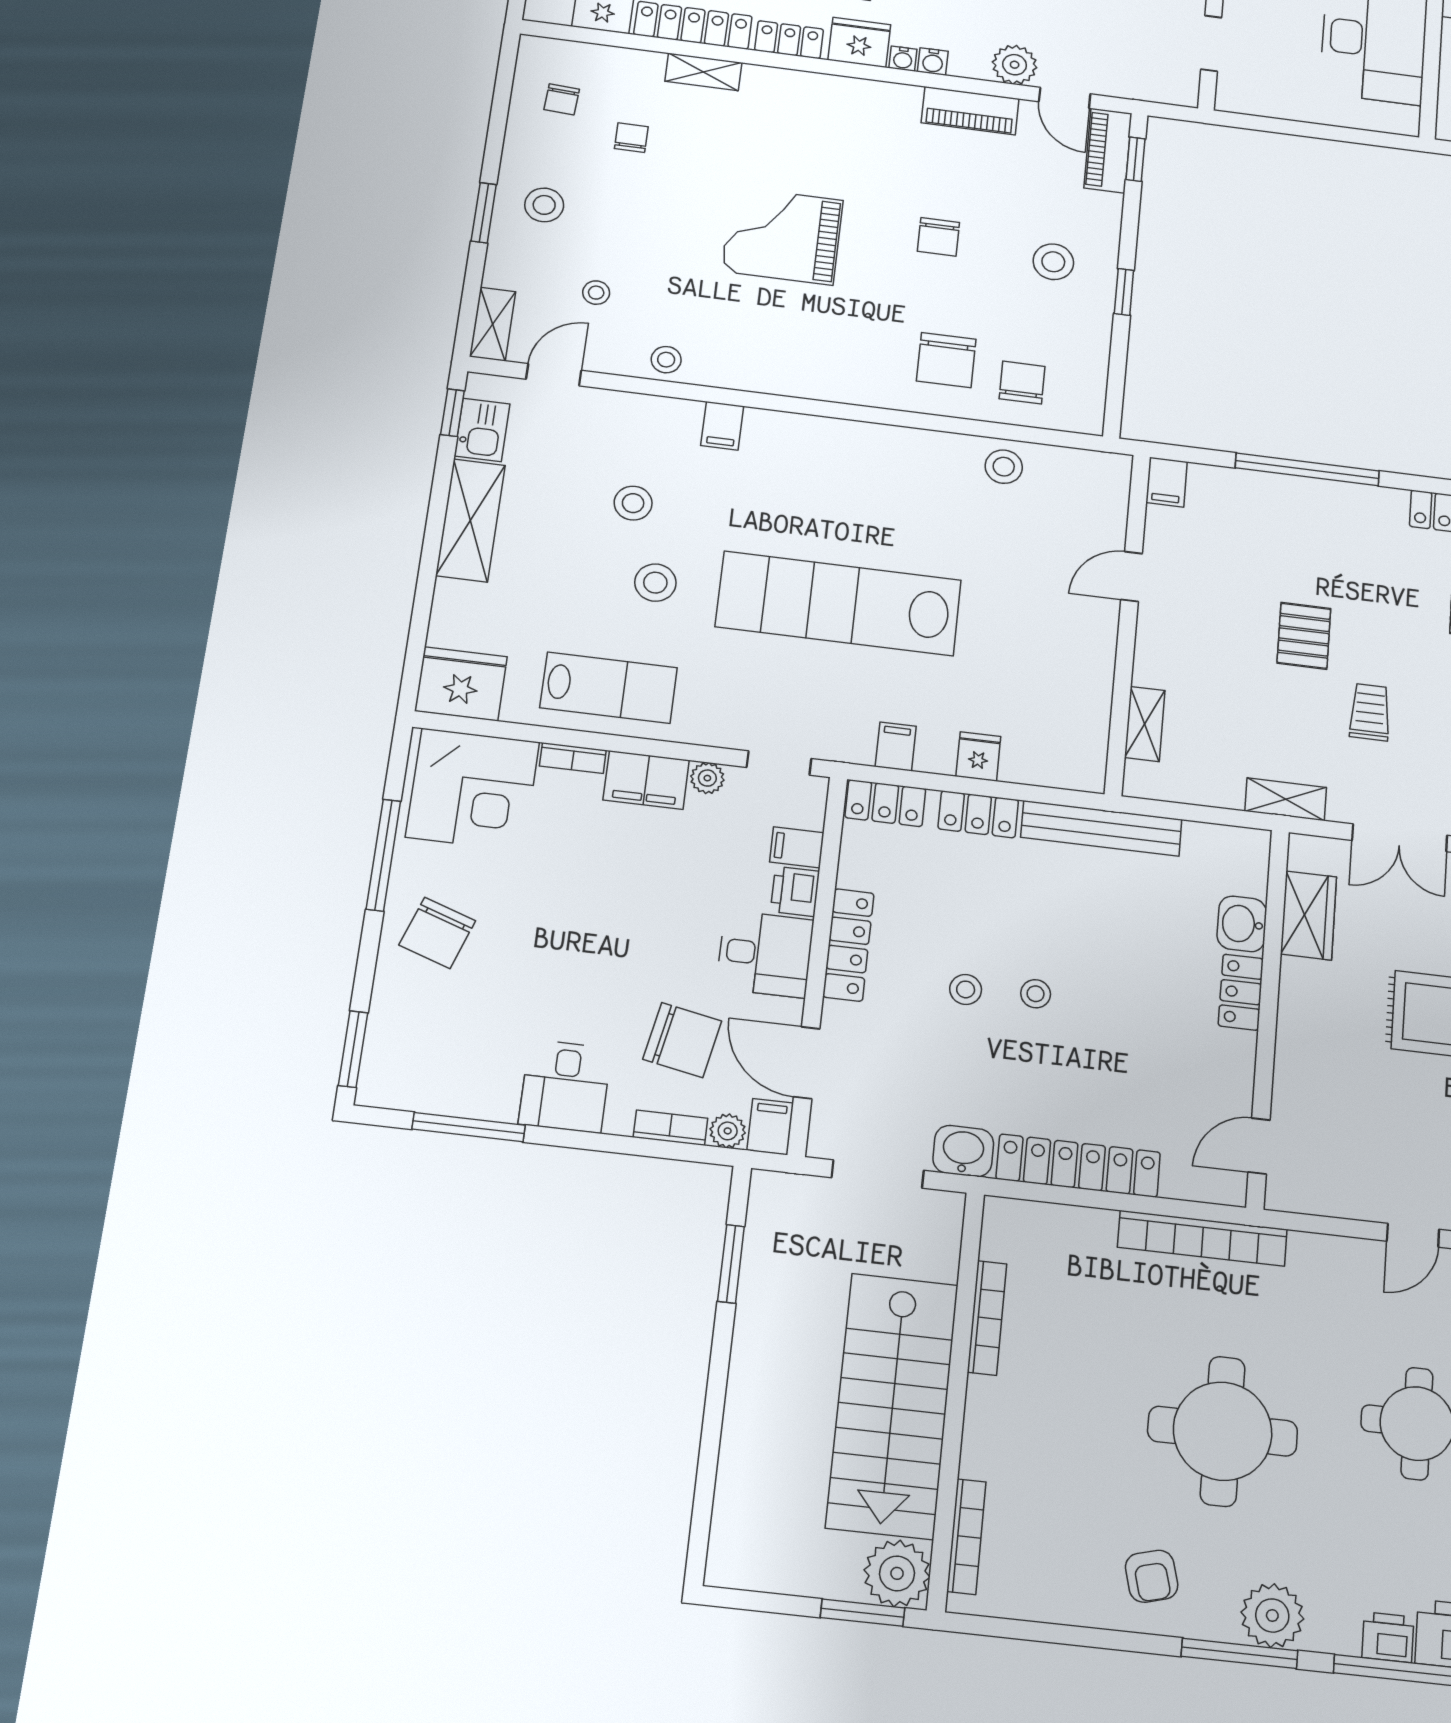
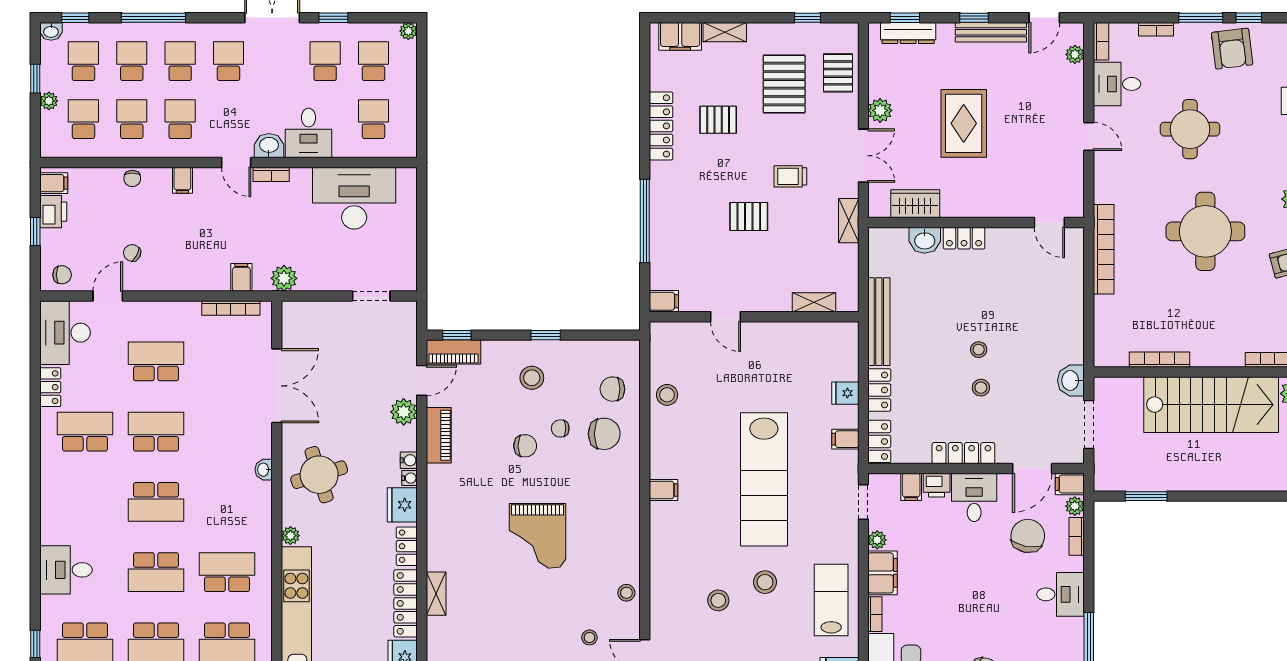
chair: (631, 138) -> (560, 428), moved
filing cabinet: (722, 426) -> (664, 490), moved
locker: (1078, 1166) -> (1072, 319), removed

